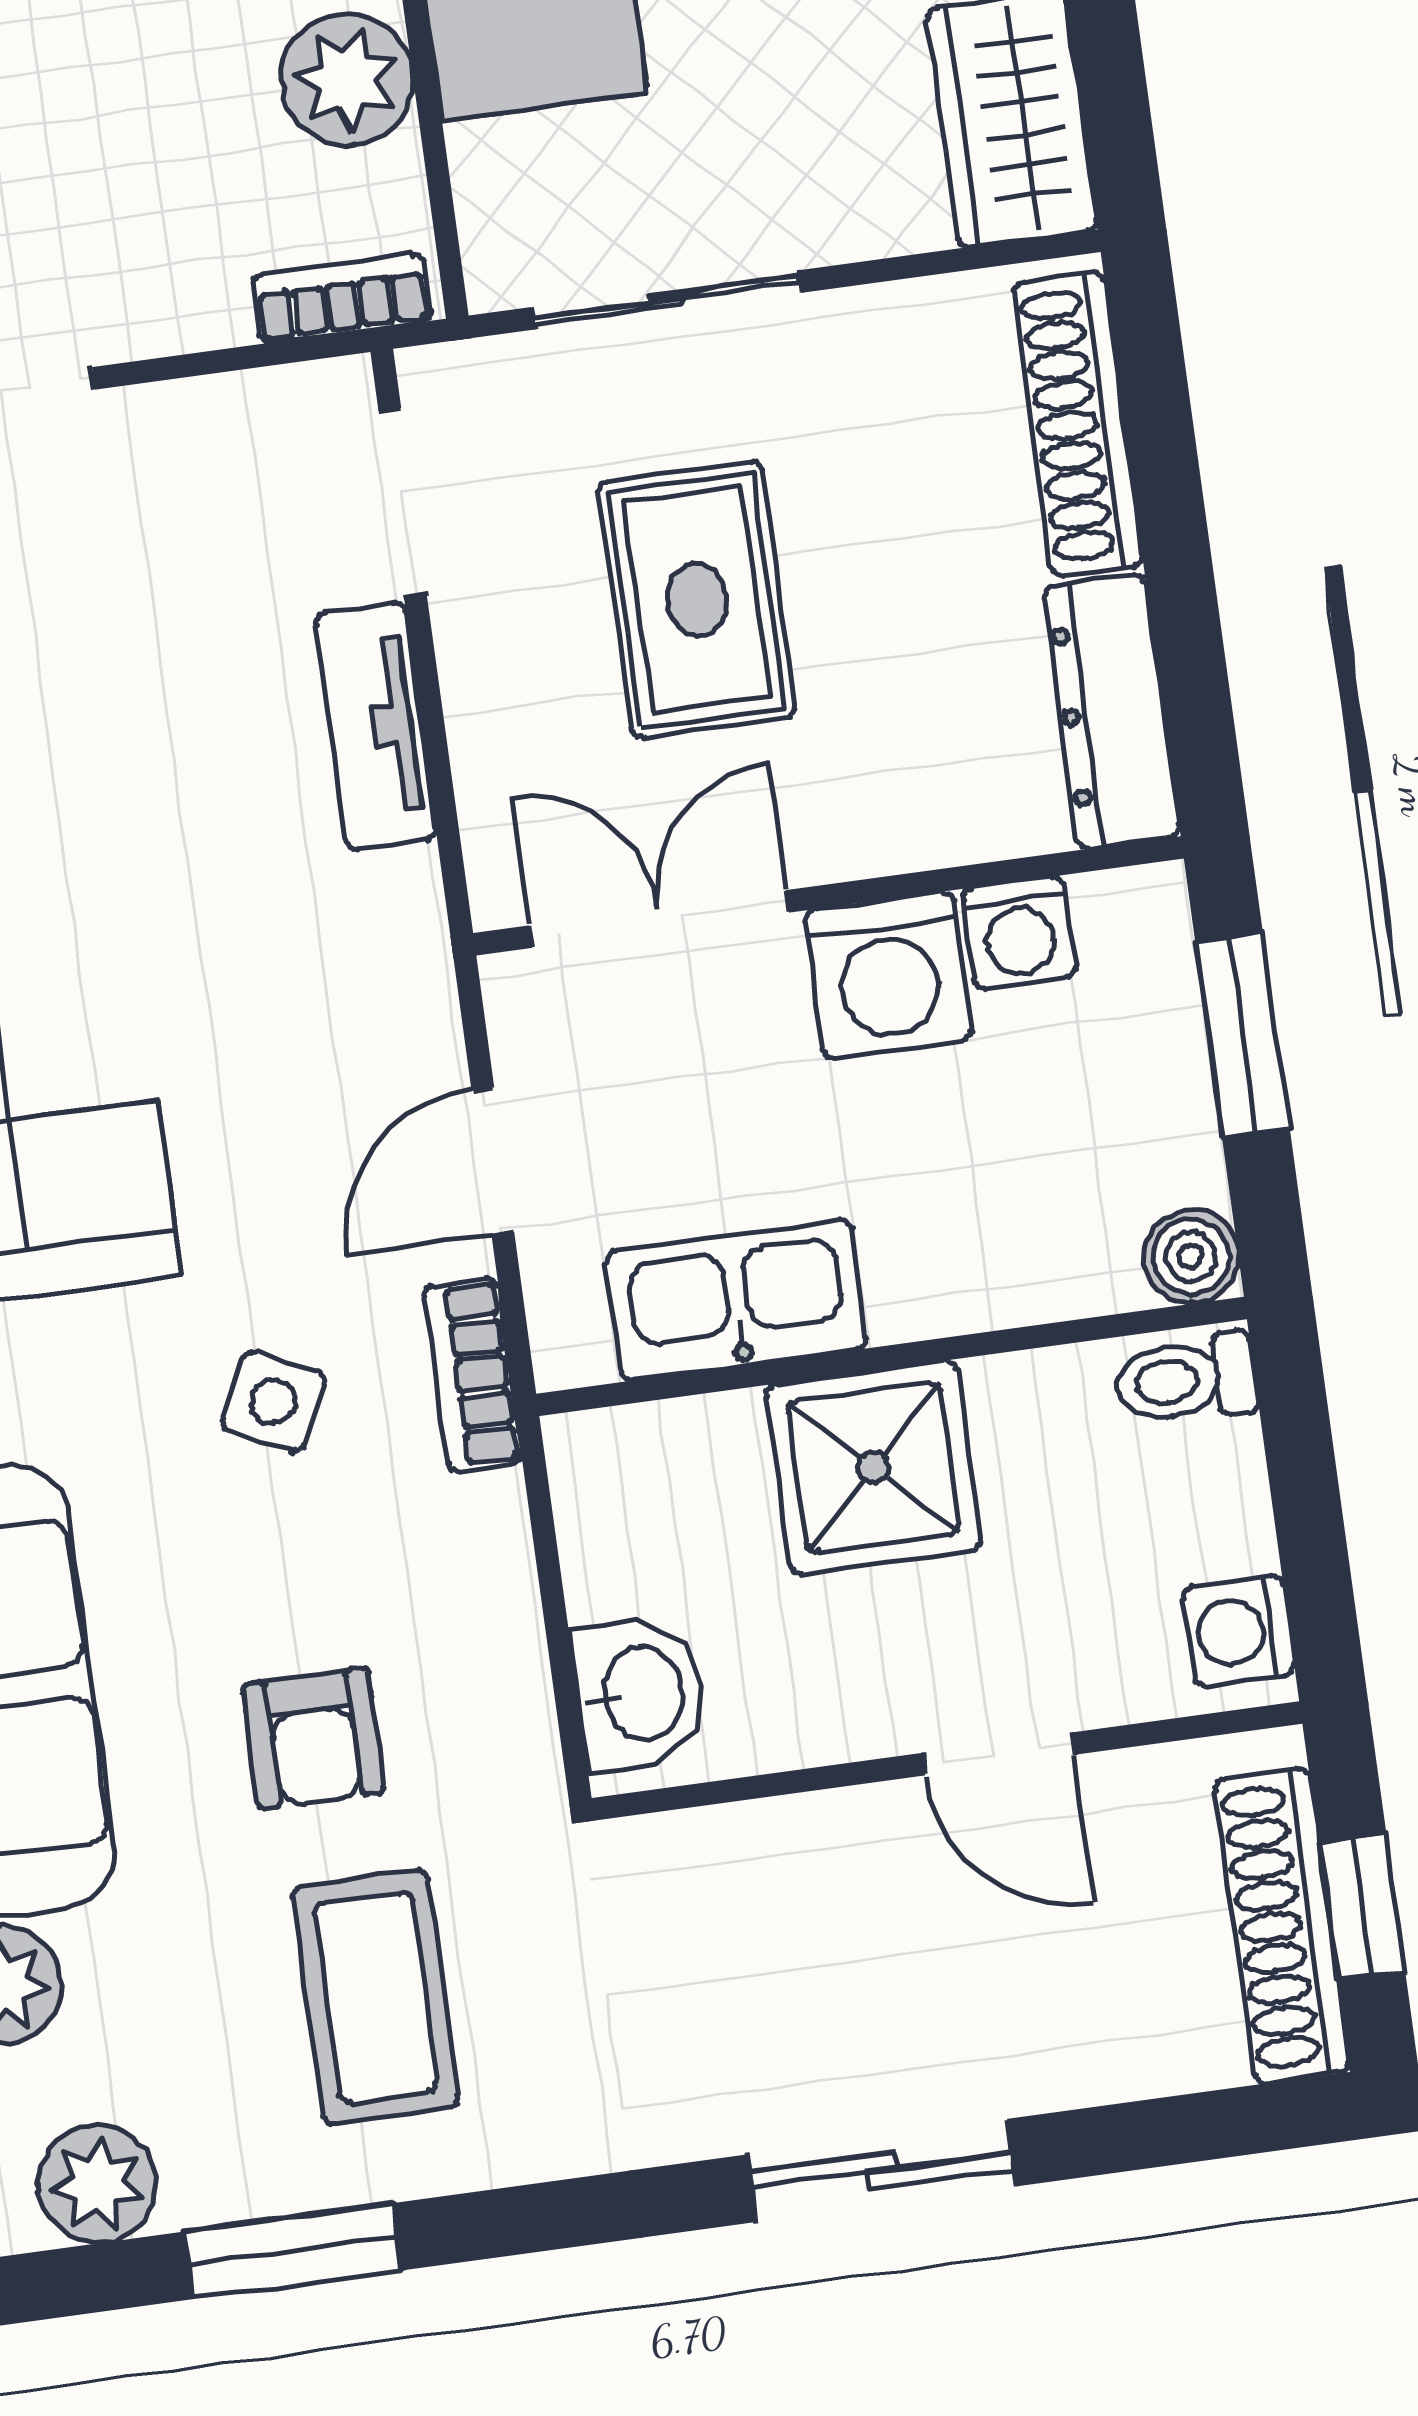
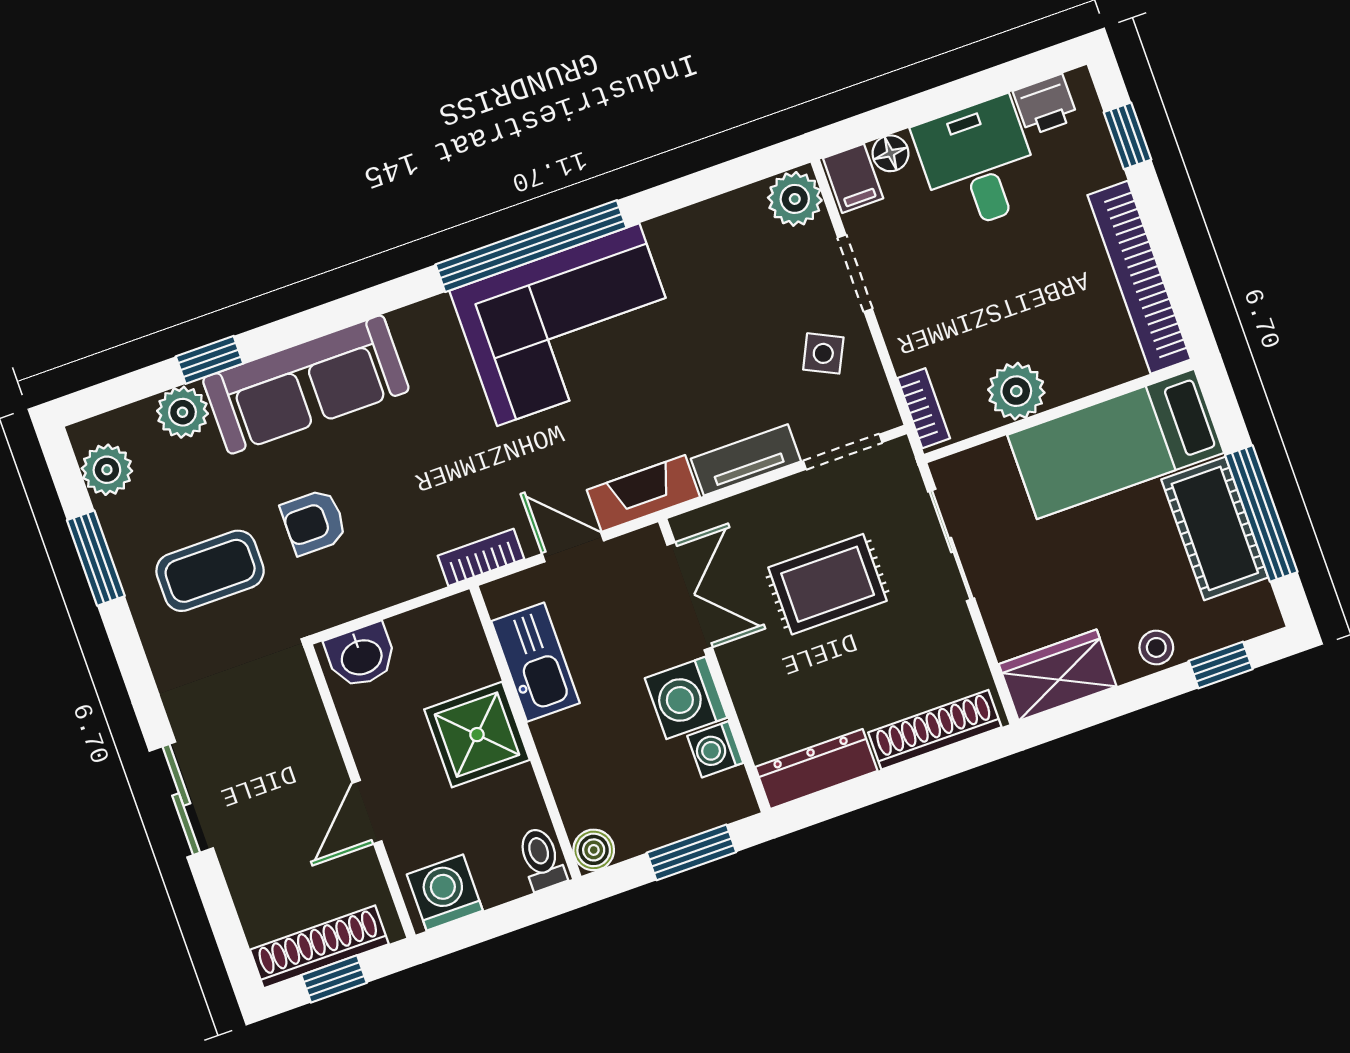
fireplace: (404, 975) -> (643, 493), added
side table: (273, 1401) -> (823, 353), moved
washing machine: (1239, 1631) -> (445, 892), width x1.38, depth x1.38

